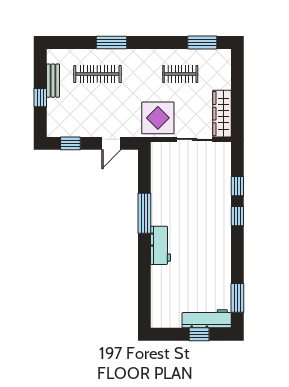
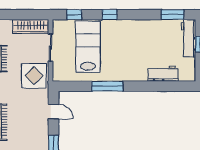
window: (237, 186) -> (74, 15), moved
lab bench: (196, 188) -> (88, 47), added
workbench: (161, 245) -> (163, 74), moved

